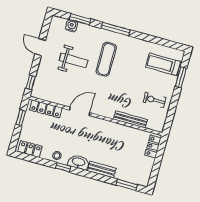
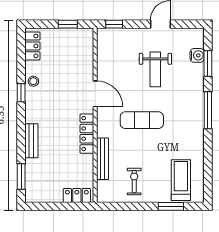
exercise mat: (106, 59) -> (142, 120), moved
locker: (46, 109) -> (87, 134), moved
washbasin: (78, 162) -> (33, 110), removed

